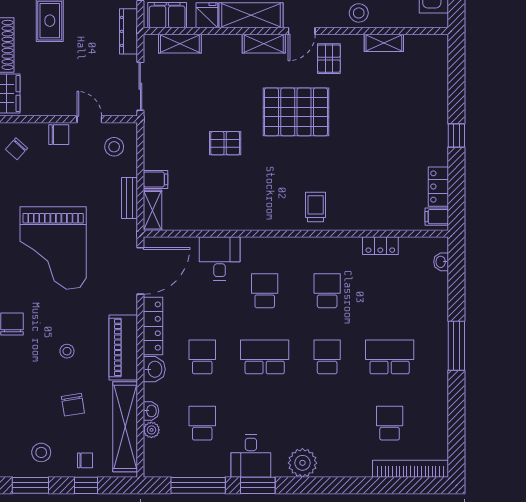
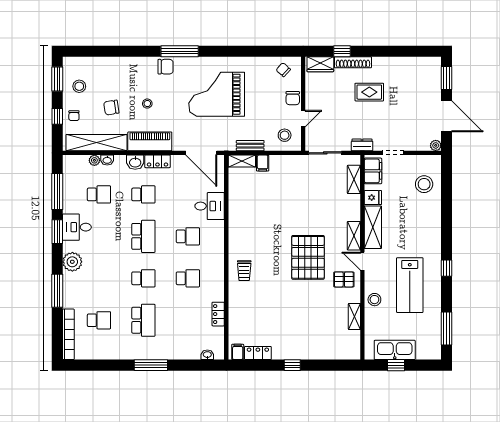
dresser: (129, 31) -> (362, 145), width x0.70
pallet: (225, 143) -> (287, 210), removed
trolley: (316, 207) -> (244, 271), turned 90
locker: (153, 326) -> (157, 161), width x0.66
window: (346, 485) -> (57, 291), added

